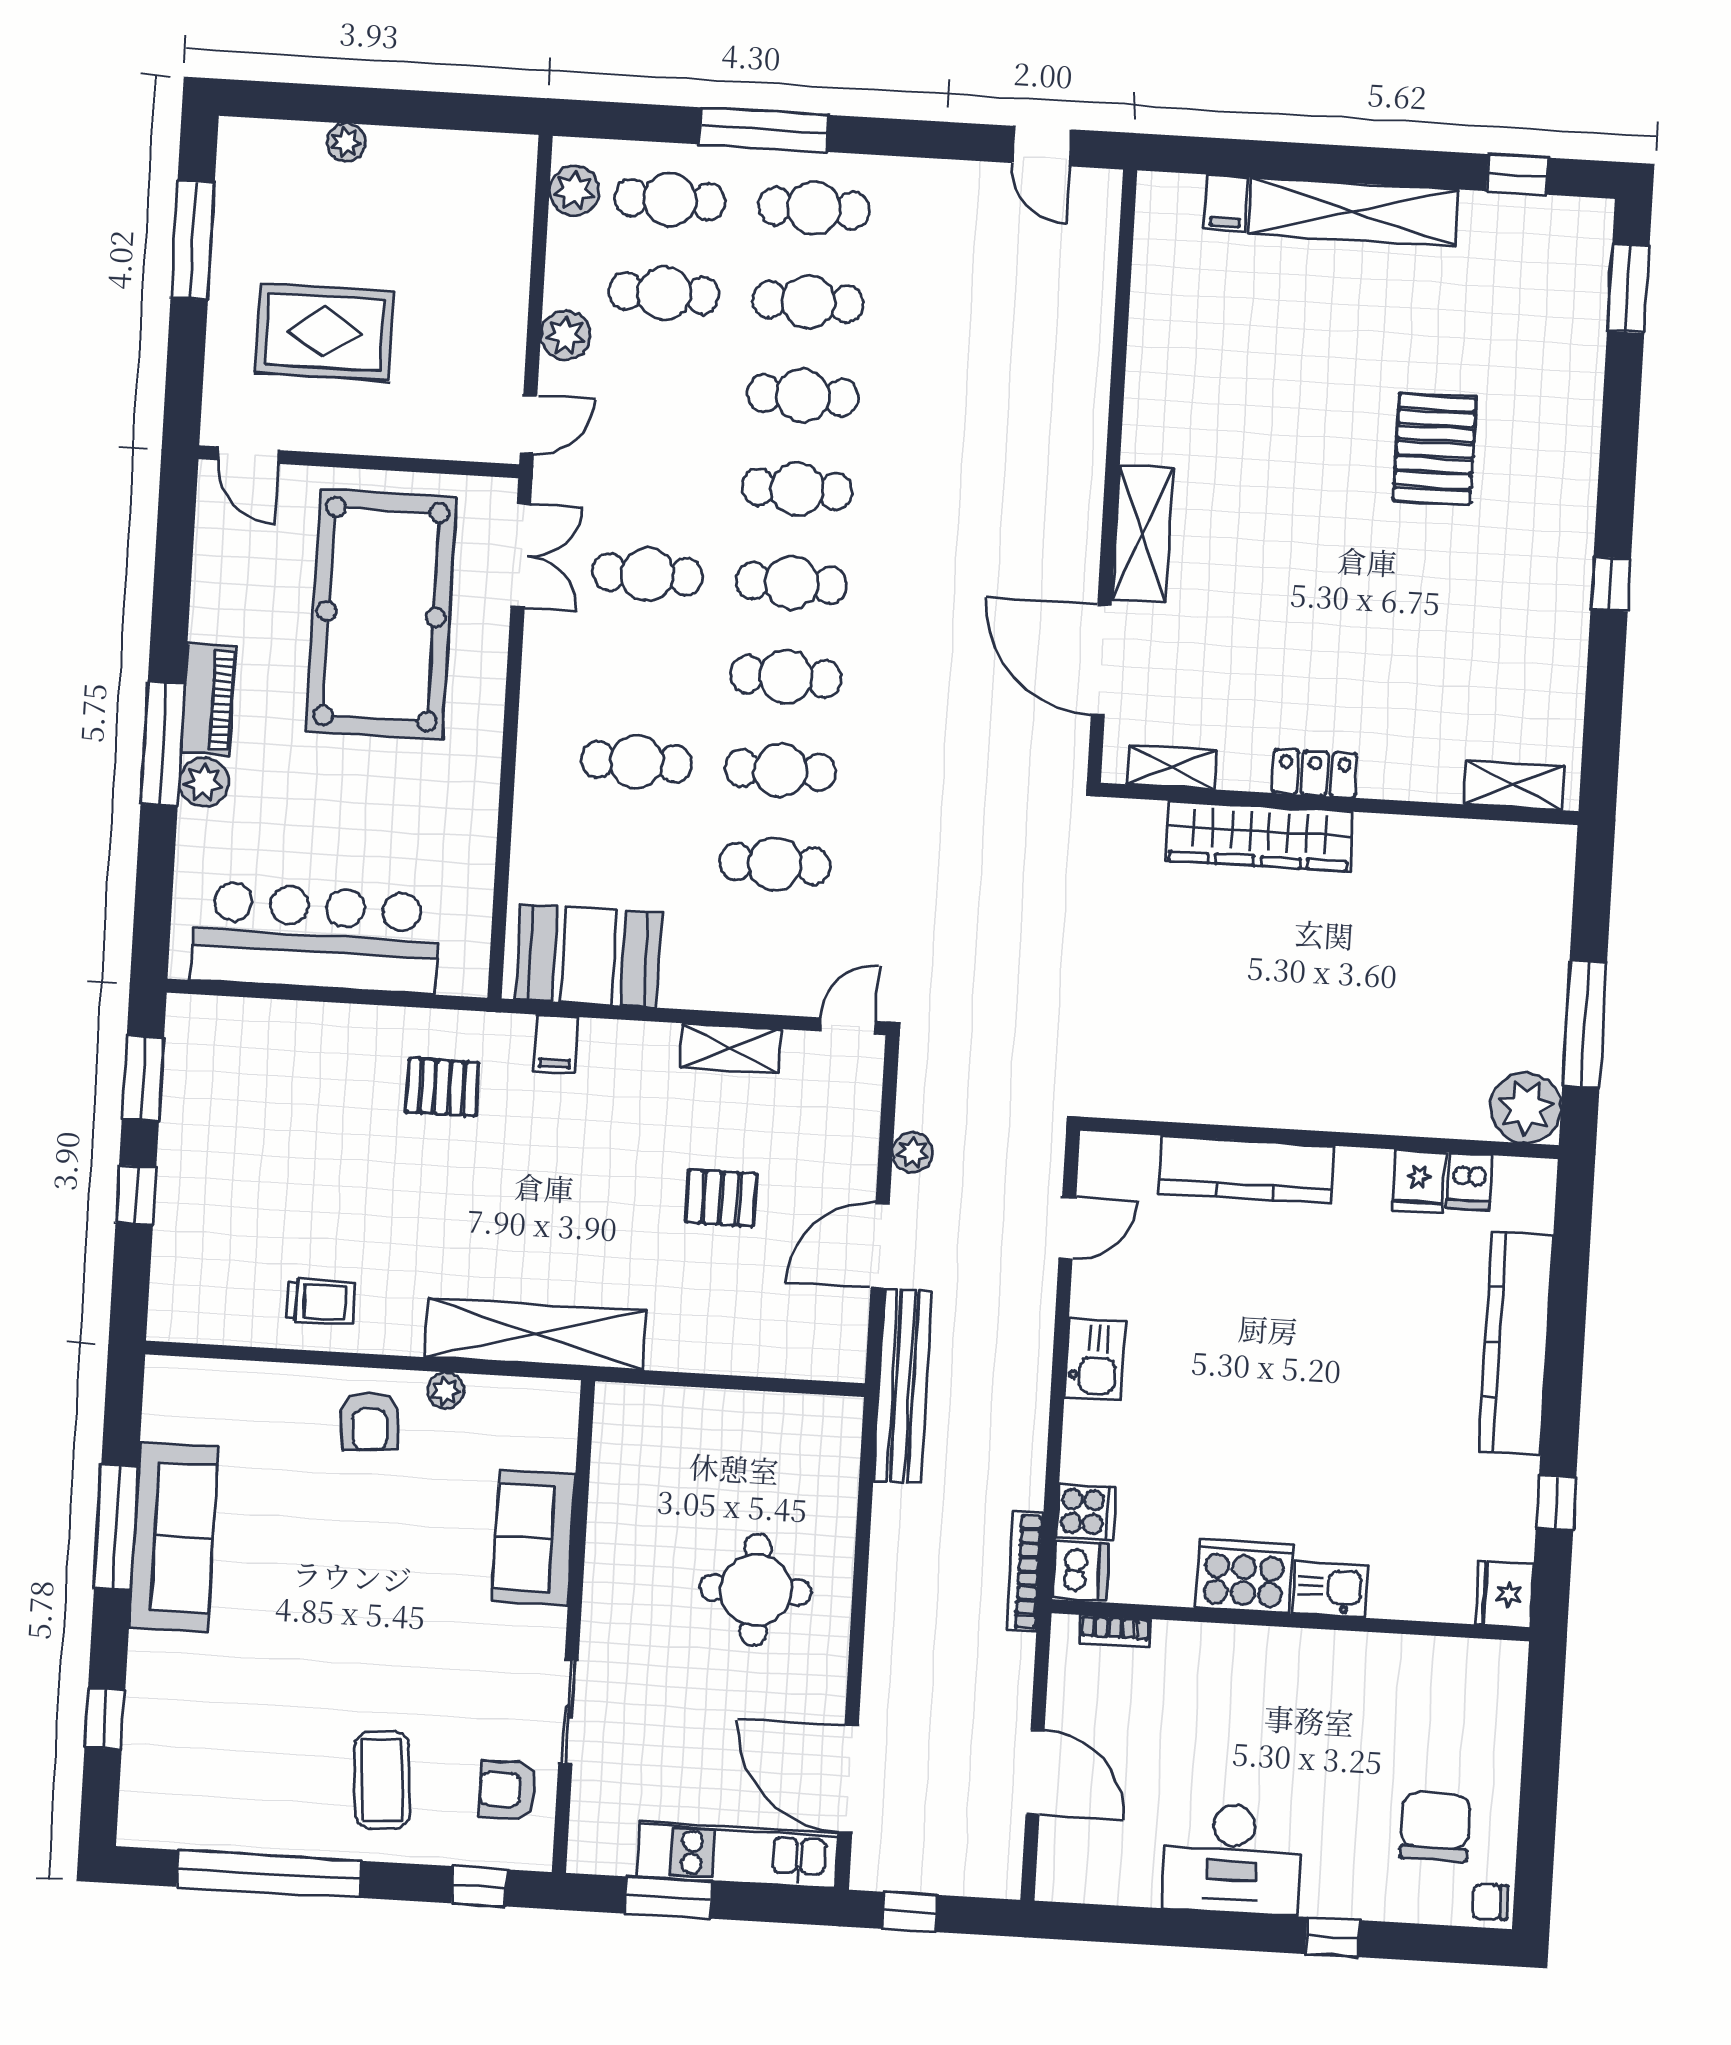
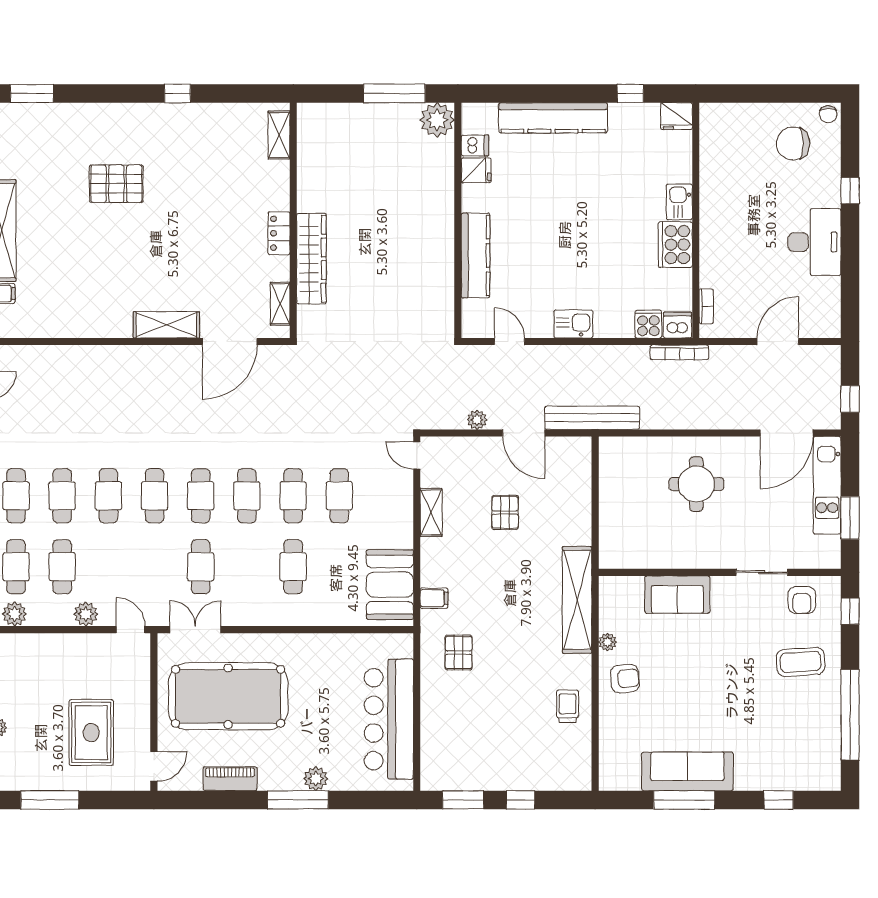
piano: (208, 699) -> (230, 779), moved

